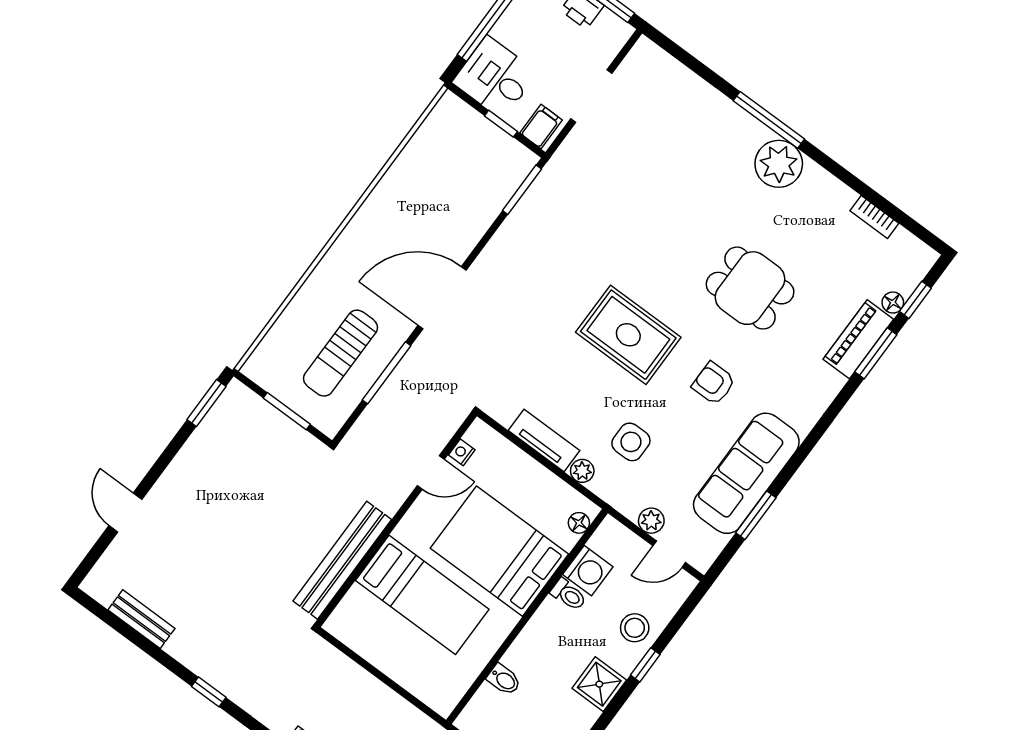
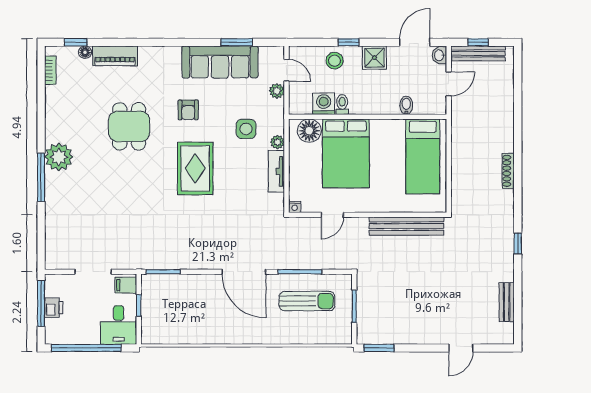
bookcase: (874, 217) -> (50, 70), moved
window: (876, 353) -> (116, 42), removed
nightstand: (462, 452) -> (295, 207), moved
door: (431, 472) -> (332, 215), swing flipped
floor lamp: (579, 523) -> (309, 131), width x1.89, depth x1.89
bed: (422, 595) -> (423, 156), moved, turned 180

